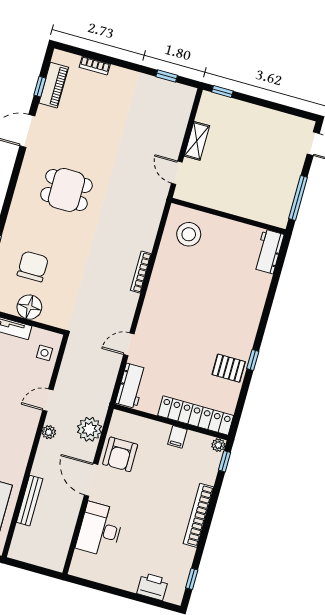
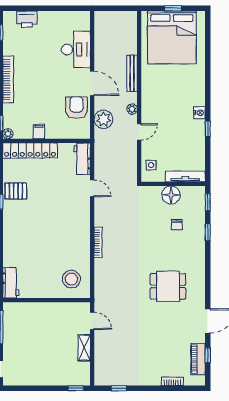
chair: (33, 266) -> (177, 225), width x0.54, depth x0.54
door: (129, 344) -> (92, 188), hinge flipped
bench: (30, 501) -> (132, 73), moved

